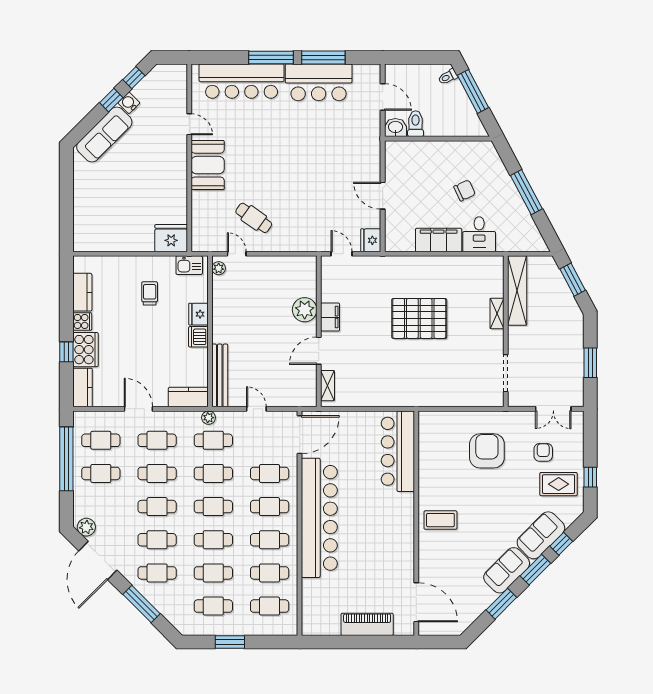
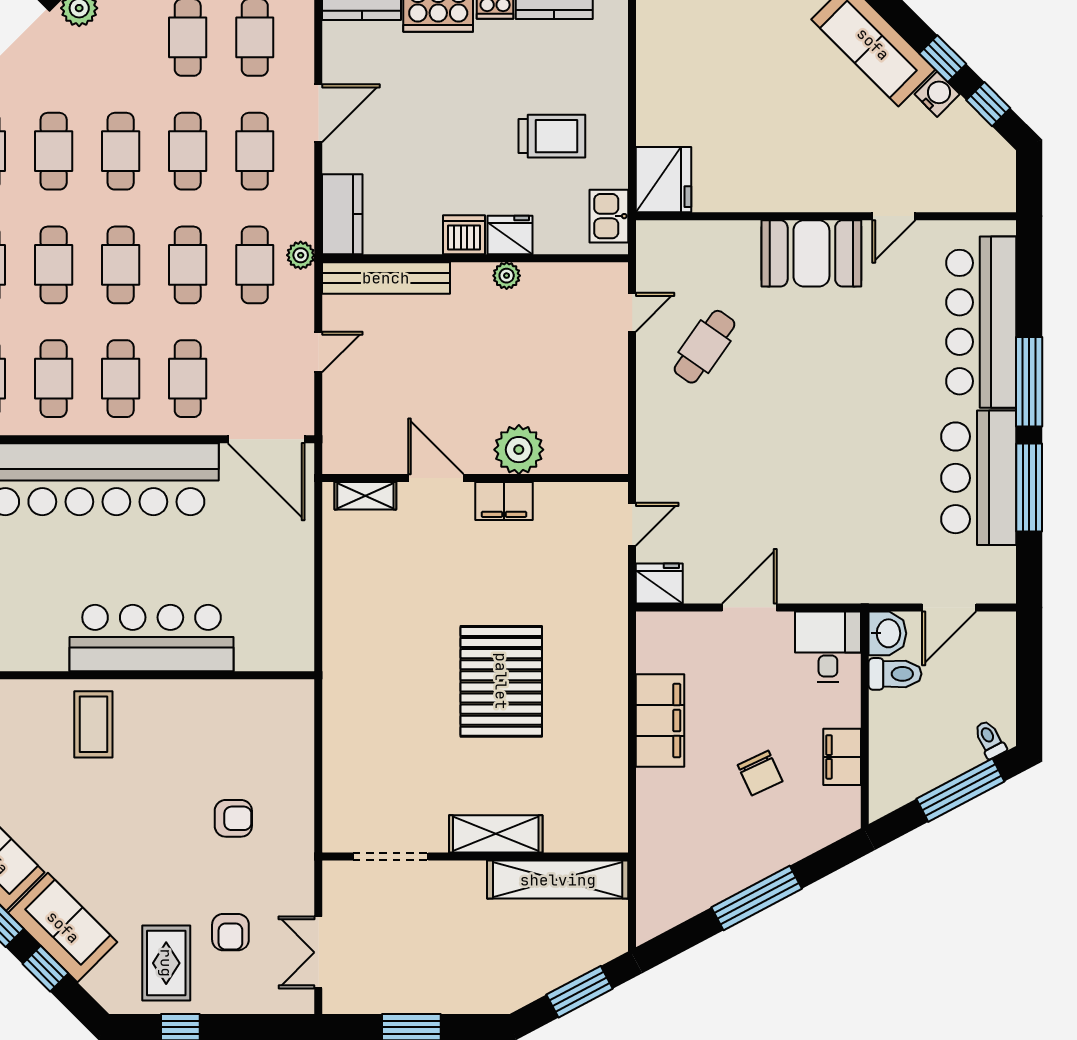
filing cabinet: (457, 150) -> (842, 757), added
desk: (479, 234) -> (828, 647), moved, turned 90
plant: (219, 268) -> (507, 276), moved
trolley: (150, 293) -> (552, 136), width x1.36, depth x1.39
shelving: (497, 313) -> (496, 834), width x1.50, depth x1.33
bar counter: (398, 451) -> (152, 638), moved
armchair: (487, 451) -> (233, 818), width x0.53, depth x0.53
armchair: (543, 452) -> (230, 932), turned 90

